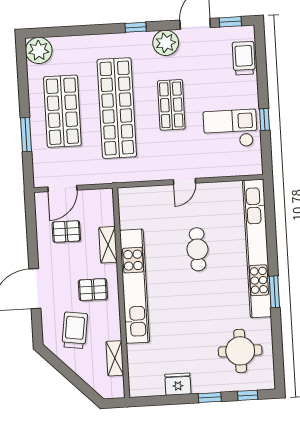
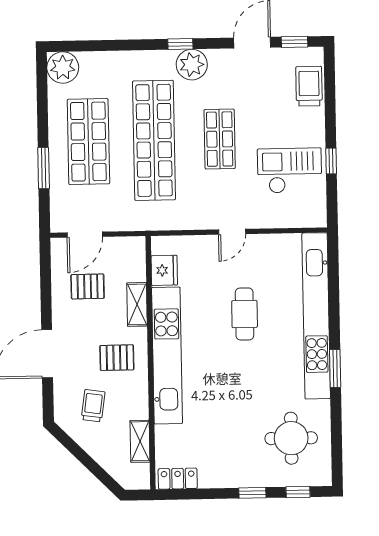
plant: (166, 43) -> (192, 65), moved
trolley: (75, 330) -> (93, 406), width x0.73, depth x0.72
fridge: (178, 384) -> (164, 270), moved, turned 90
locker: (147, 388) -> (178, 479), added

